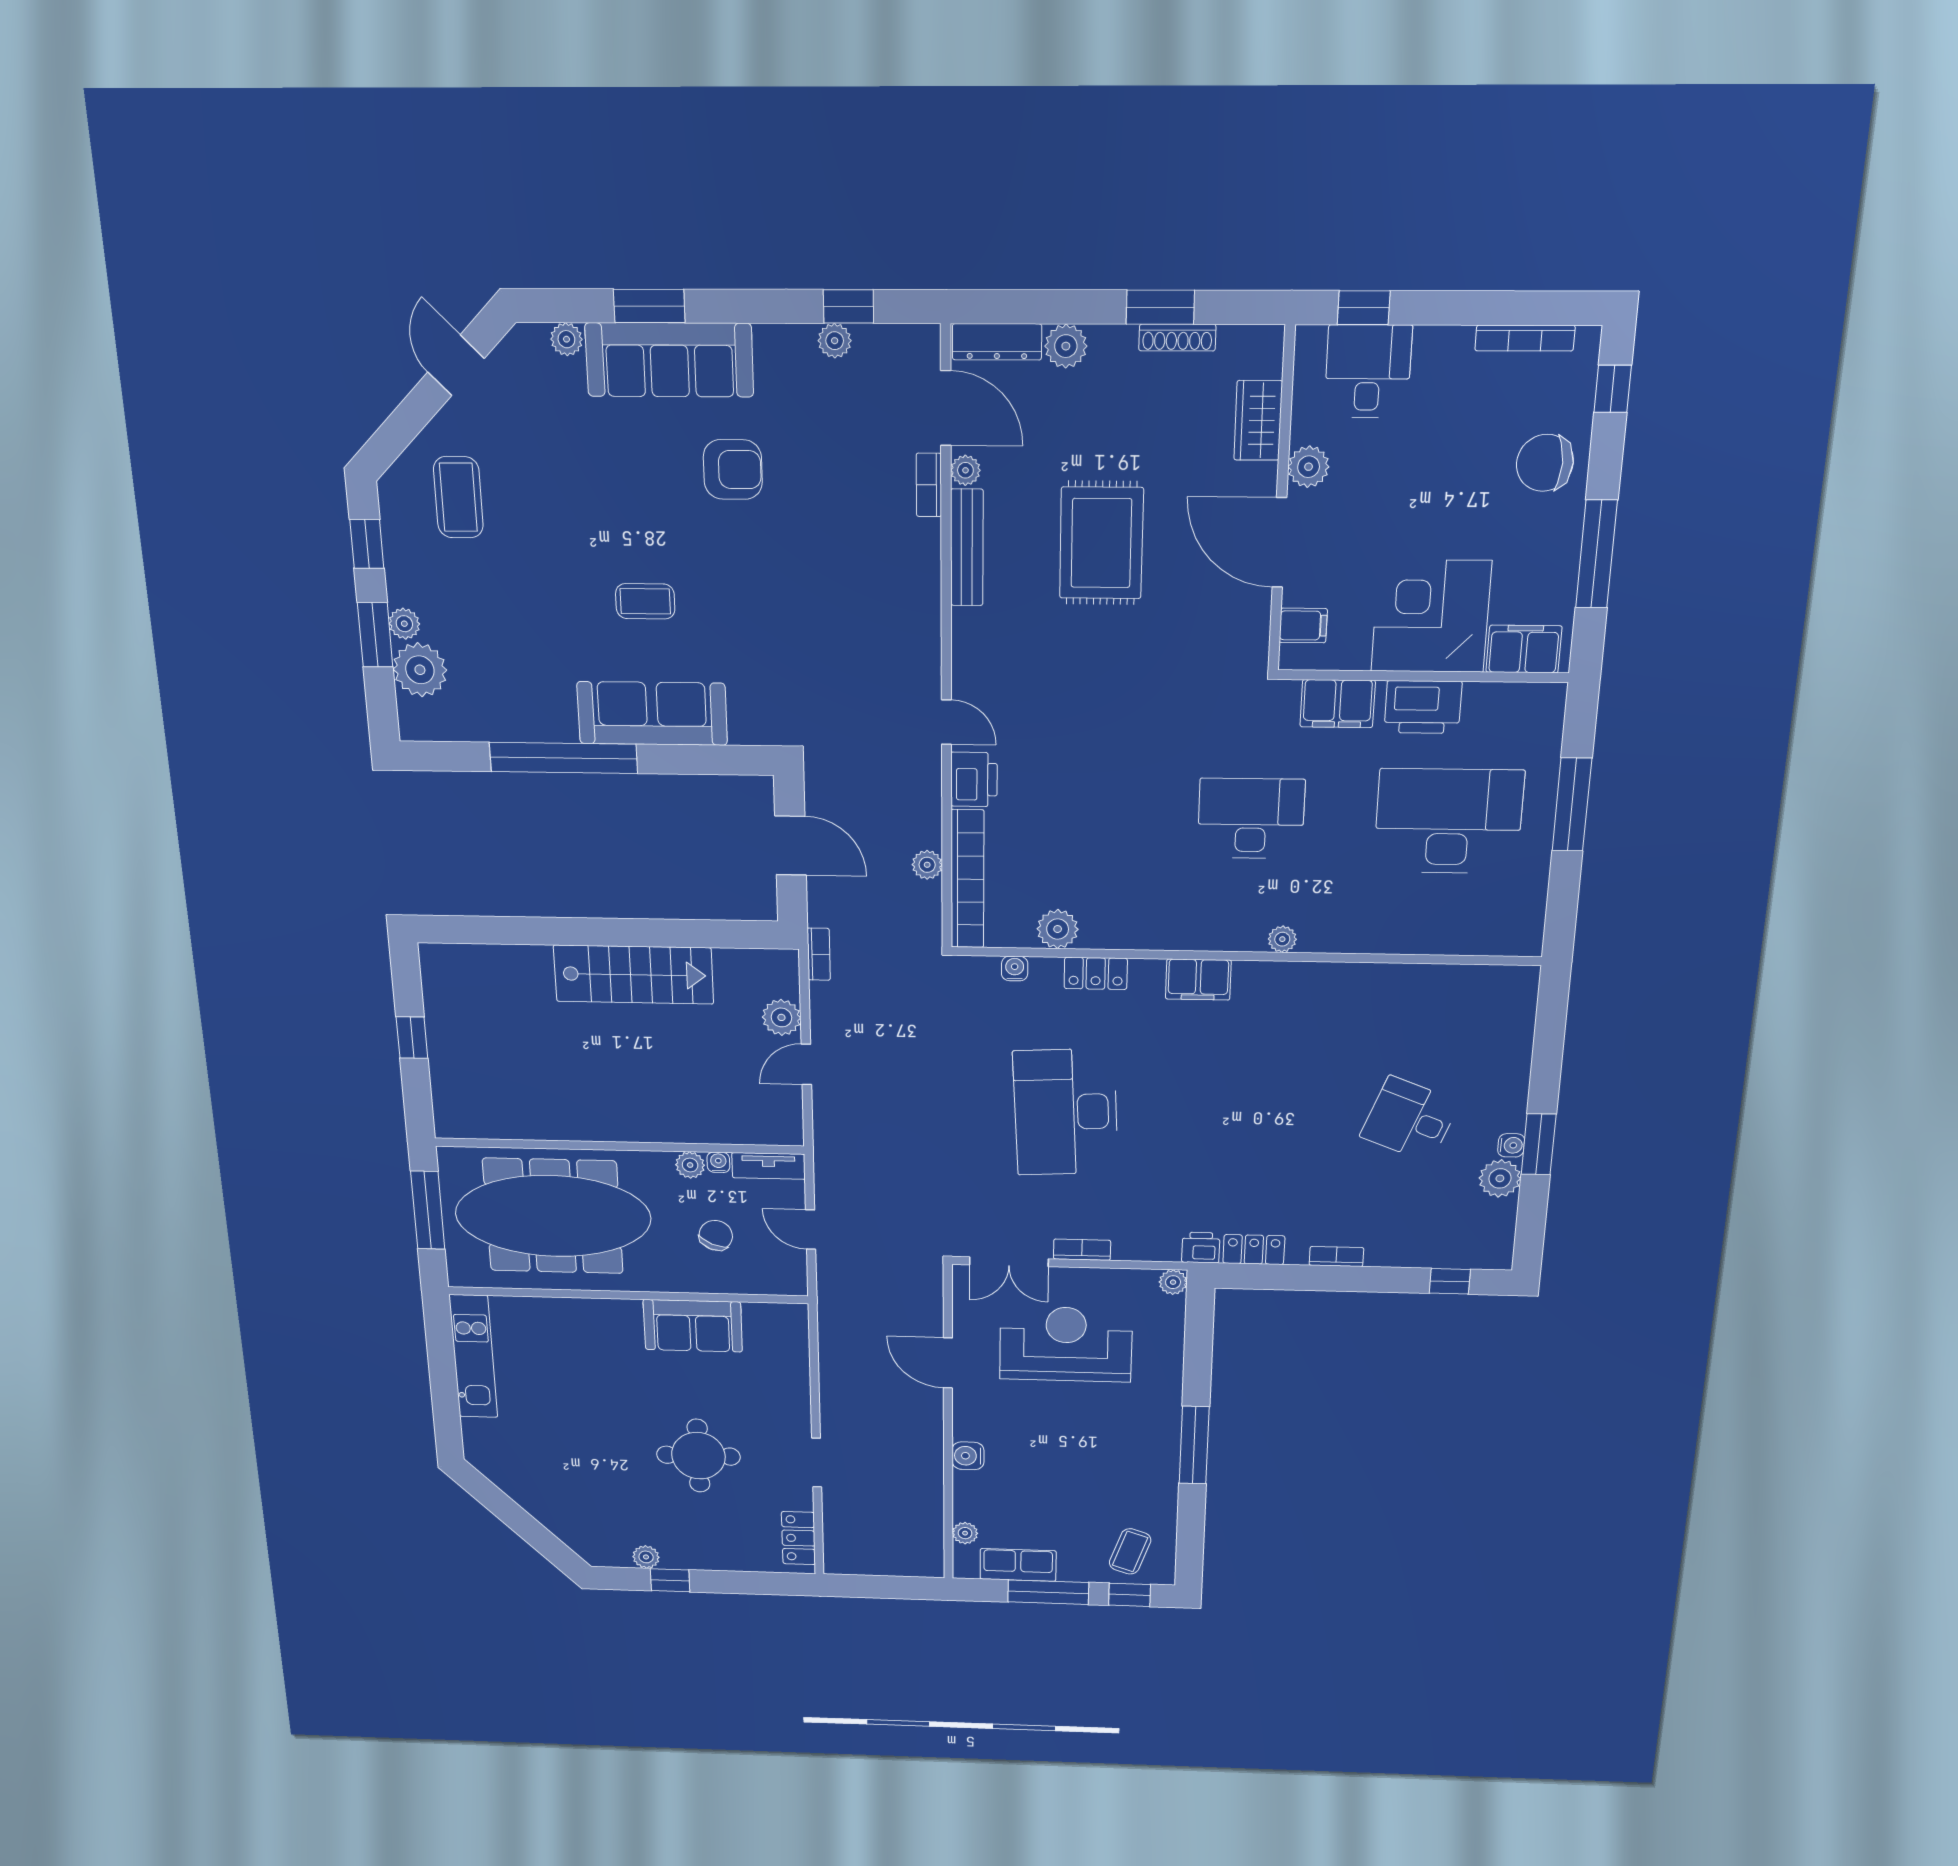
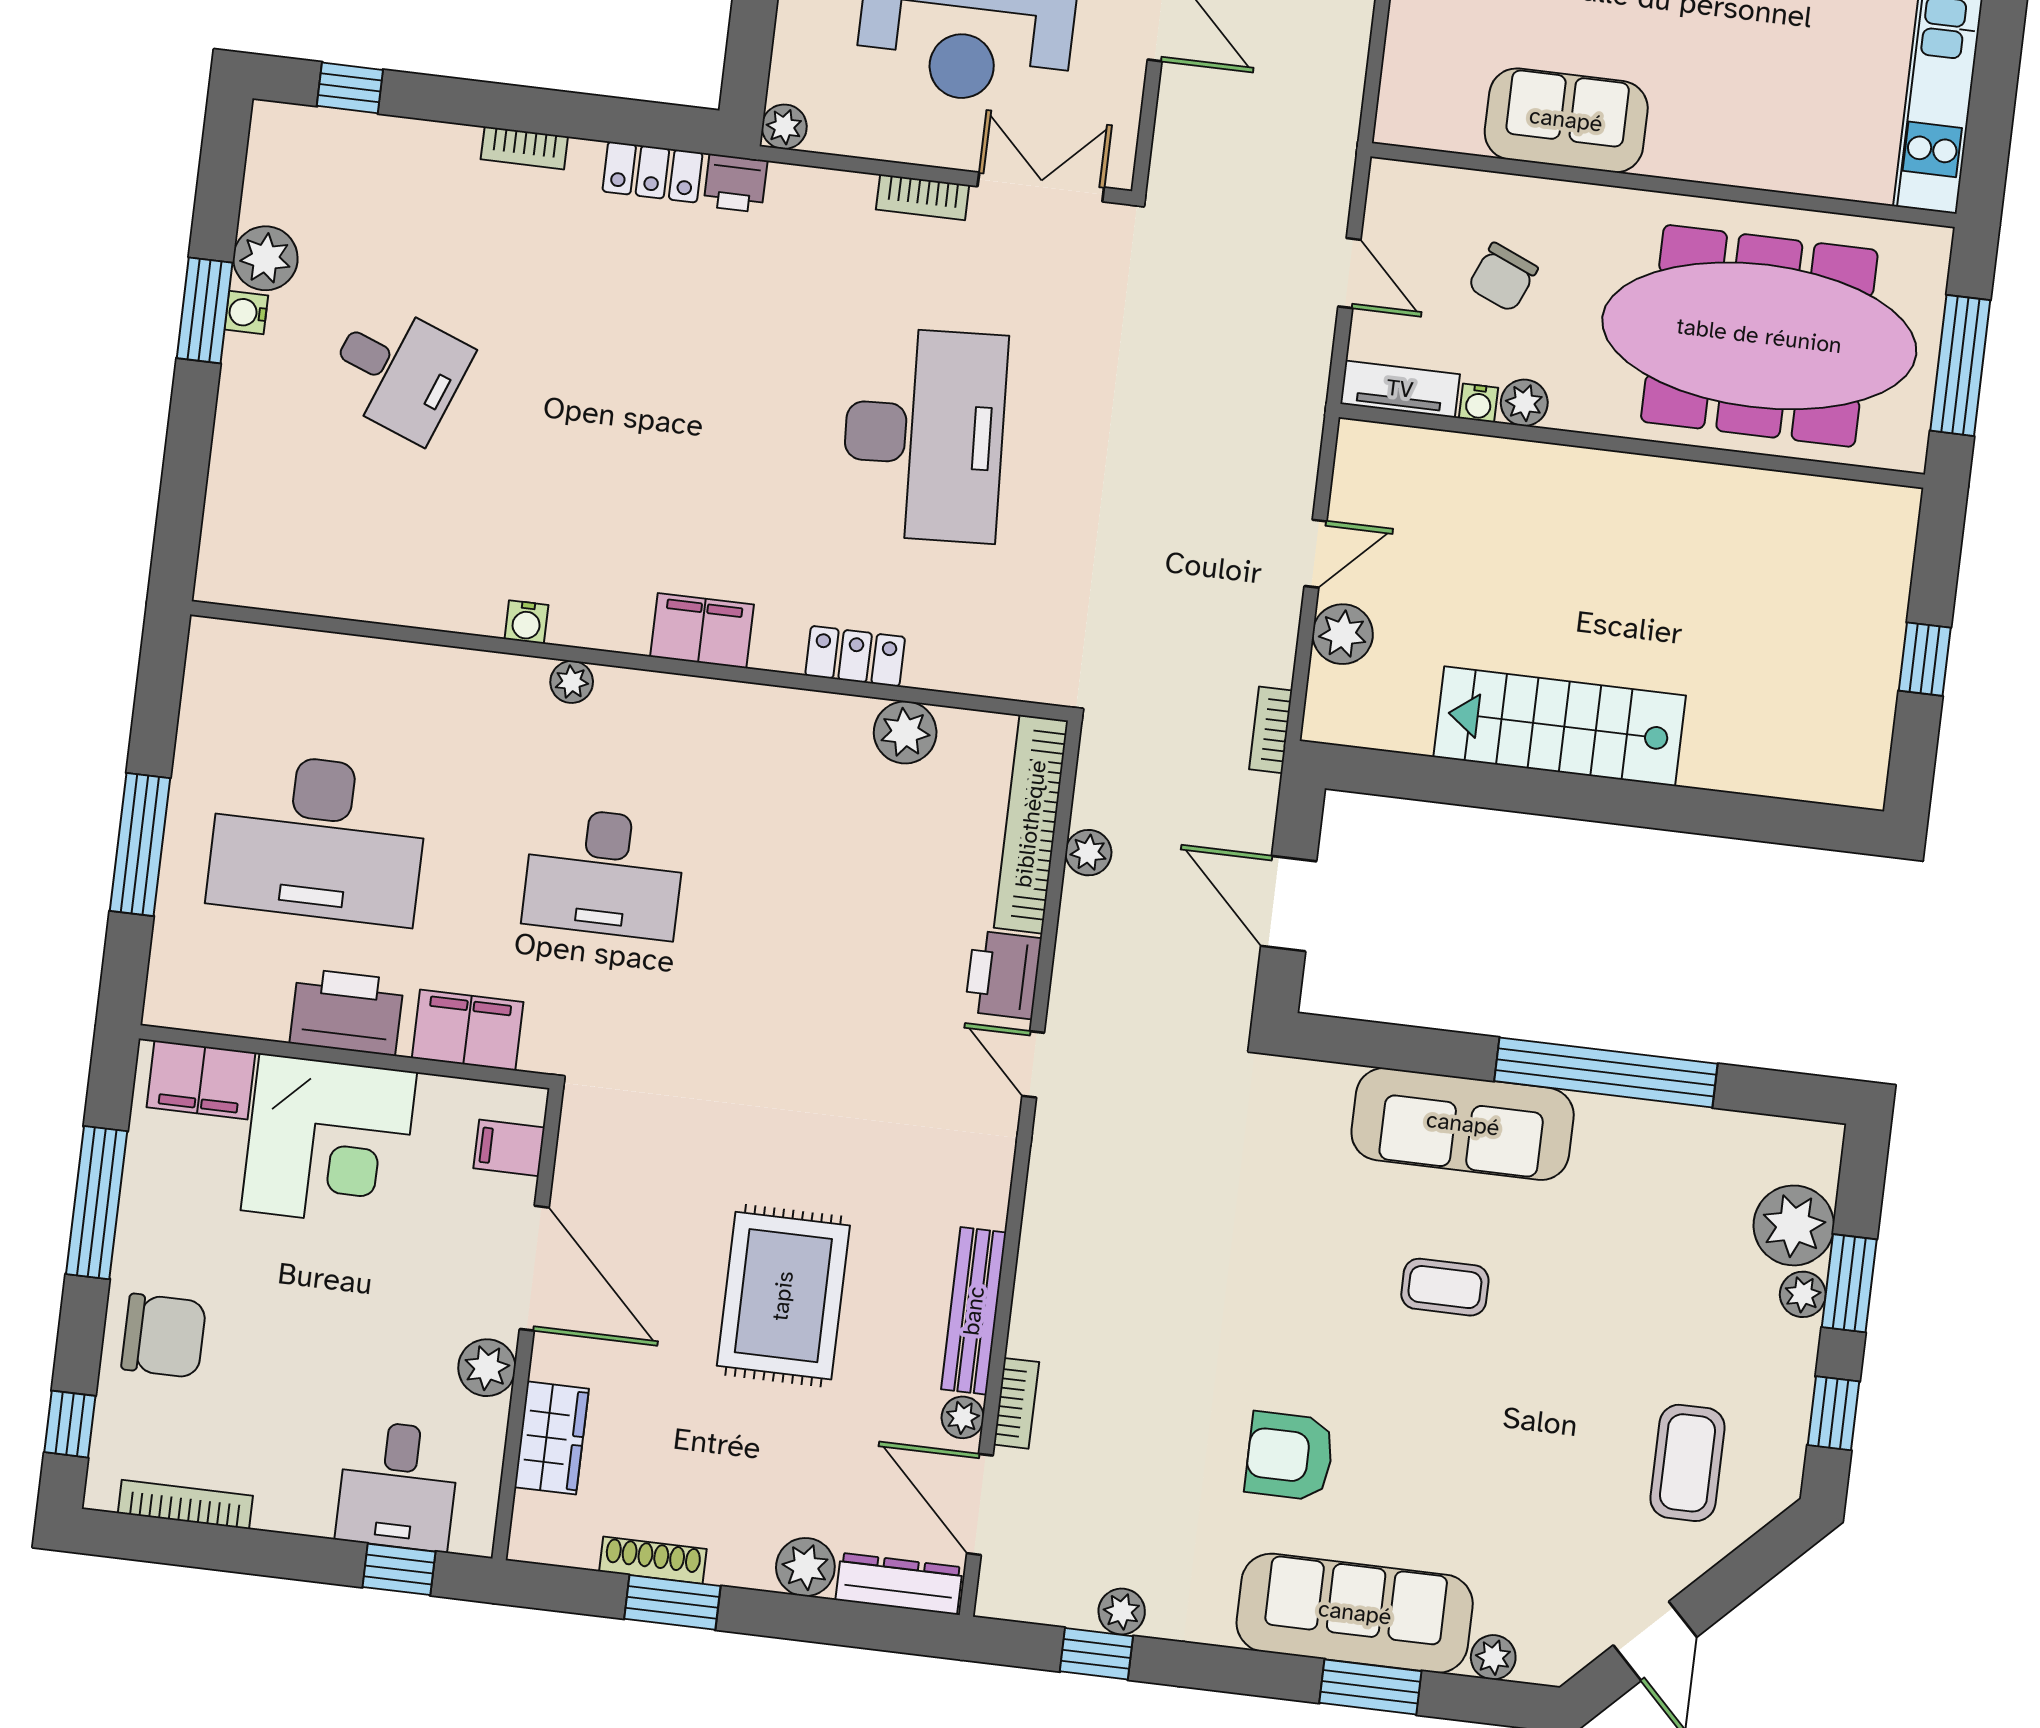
water cooler: (1015, 969) -> (526, 622), moved

